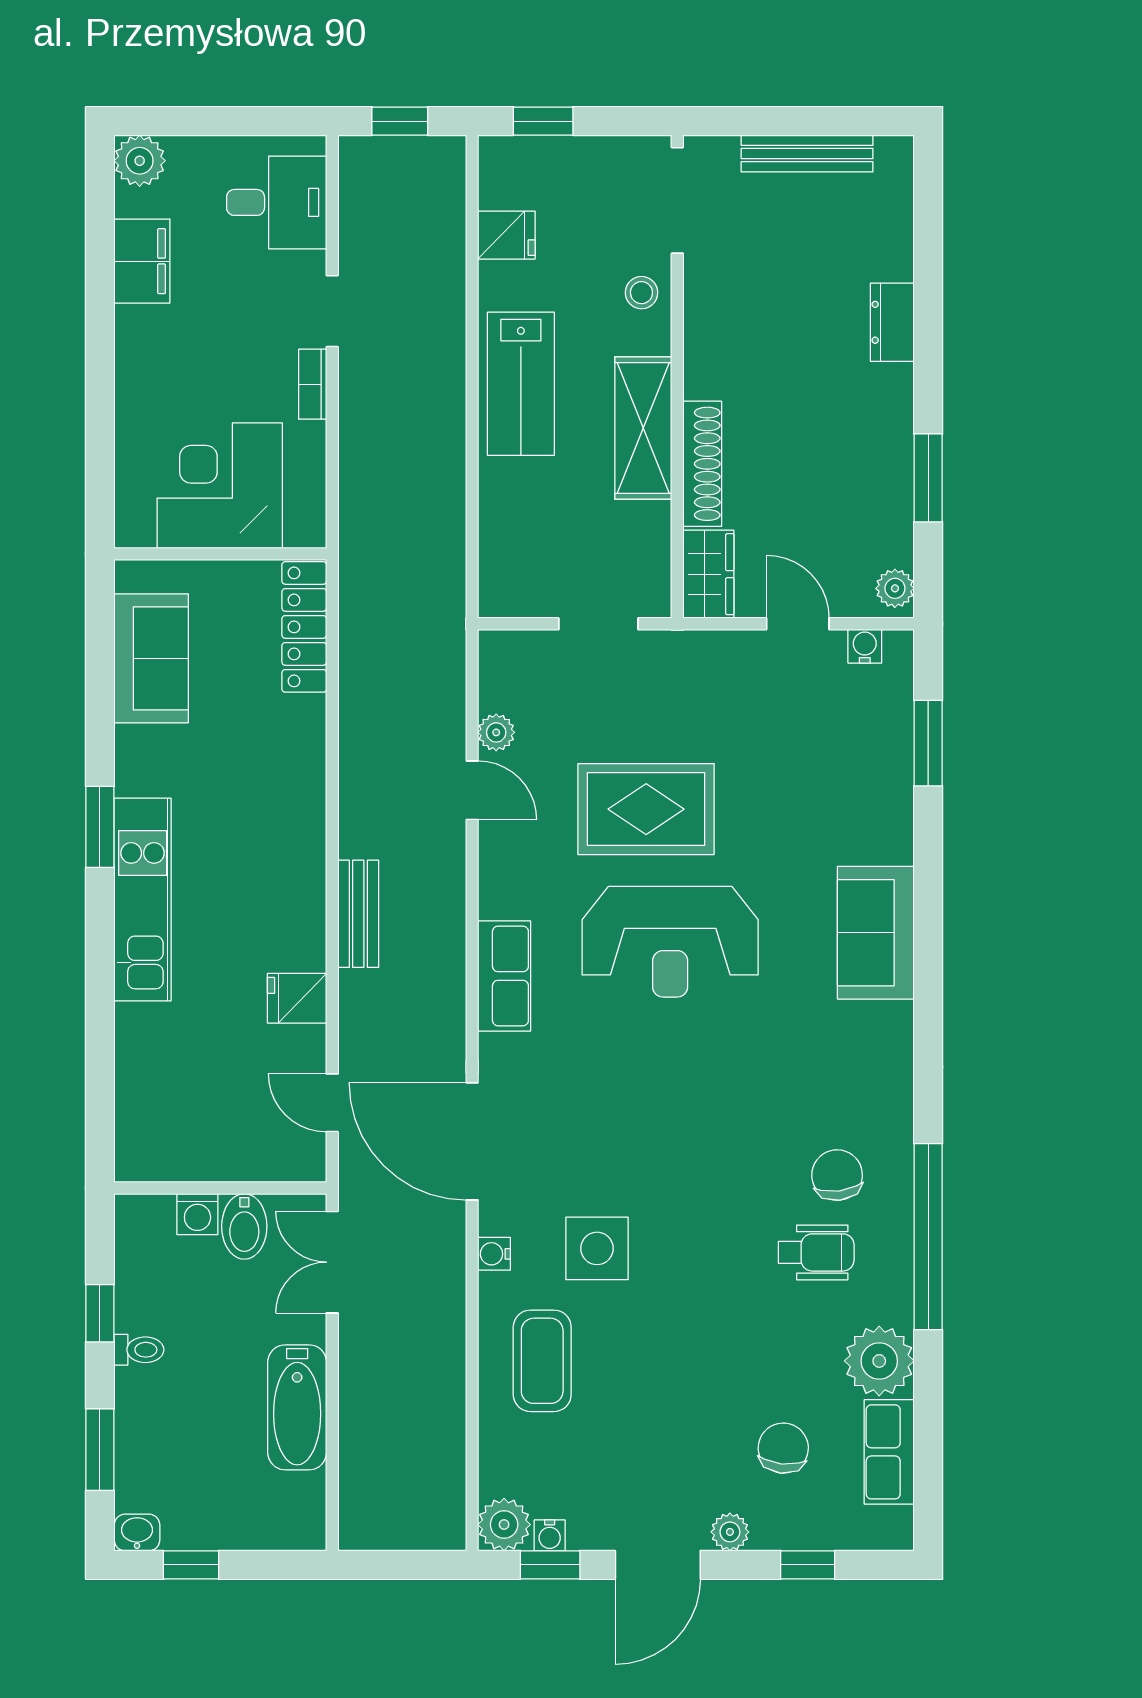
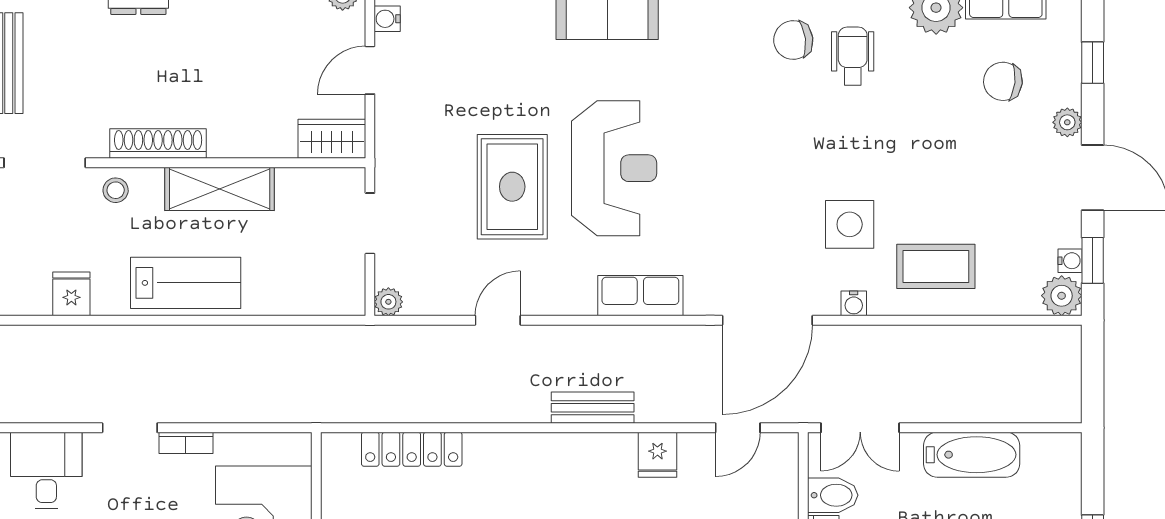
shoe rack: (702, 464) -> (158, 144), moved
locker: (304, 627) -> (412, 449), moved
plant: (496, 732) -> (388, 302), moved

